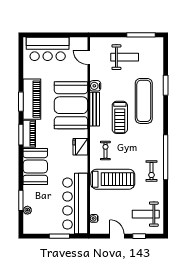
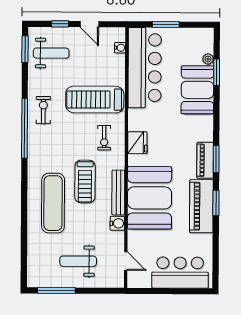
window: (166, 85) -> (25, 49), moved
treadmill: (120, 117) -> (85, 181), turned 180
booth: (35, 166) -> (197, 90), moved

